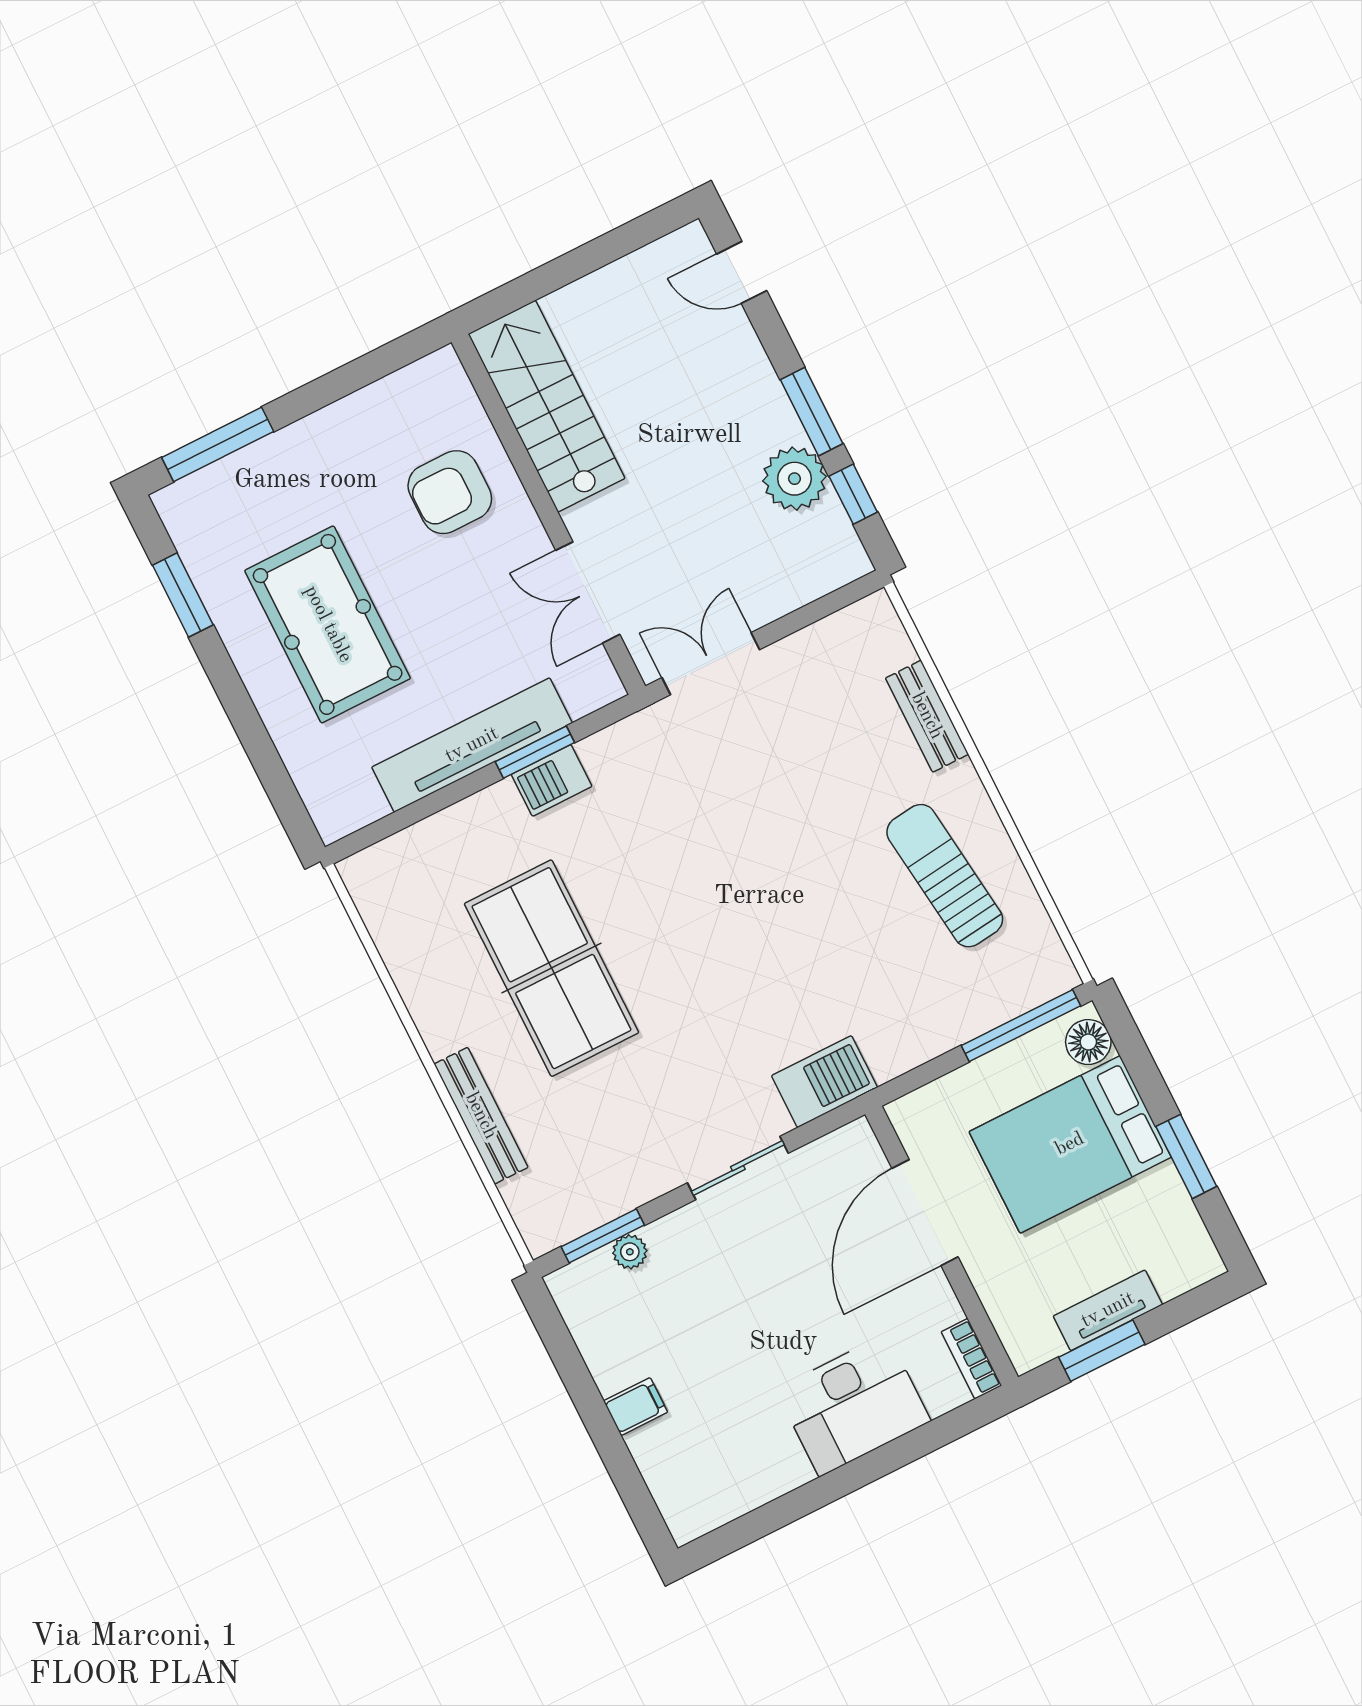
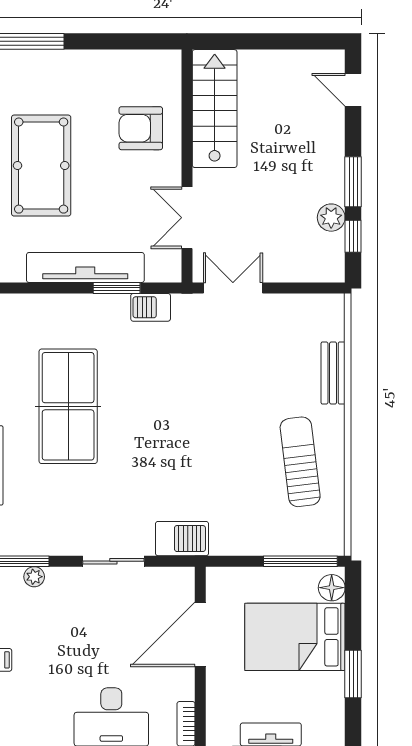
plant: (794, 479) -> (331, 218), width x0.73, depth x0.73
barbecue: (552, 780) -> (151, 307), moved

